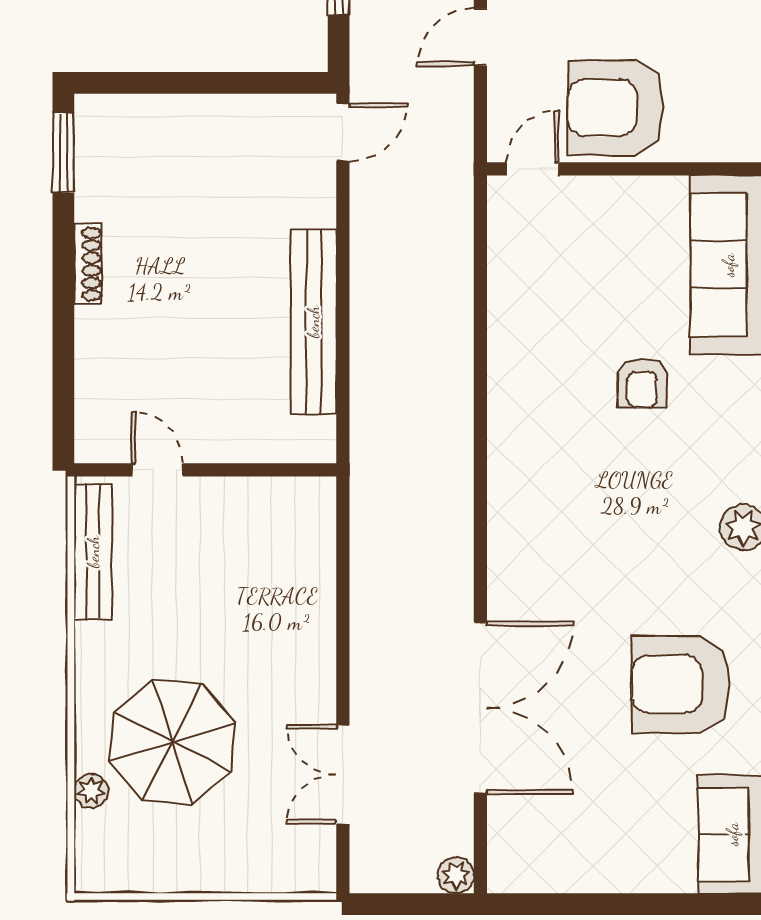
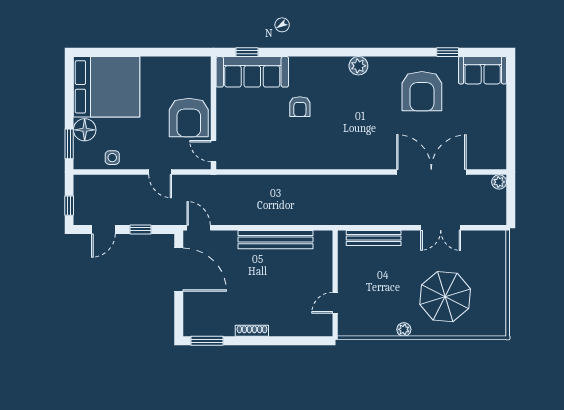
door: (239, 83) -> (179, 270), added
armchair: (642, 383) -> (300, 107), turned 90
bench: (93, 552) -> (374, 238), moved
double door: (343, 775) -> (441, 228), moved
plant: (91, 791) -> (404, 329), moved

